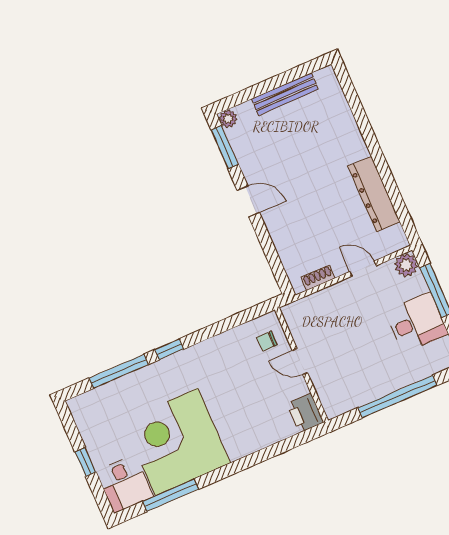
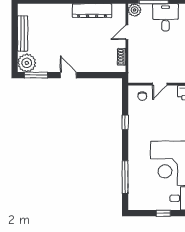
plant: (228, 119) -> (27, 63), width x1.88, depth x1.88
door: (248, 201) -> (68, 75), hinge flipped
window: (169, 349) -> (125, 122), moved

